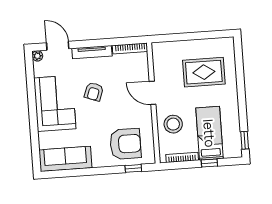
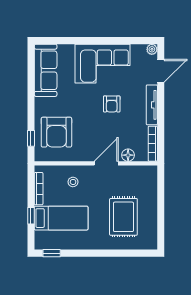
floor lamp: (143, 72) -> (128, 155), added
armchair: (94, 92) -> (112, 104), turned -110
stool: (173, 124) -> (73, 182), width x0.53, depth x0.53

